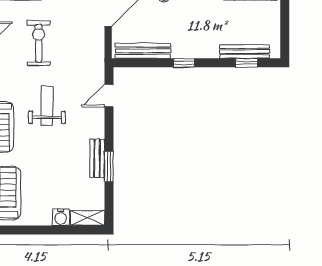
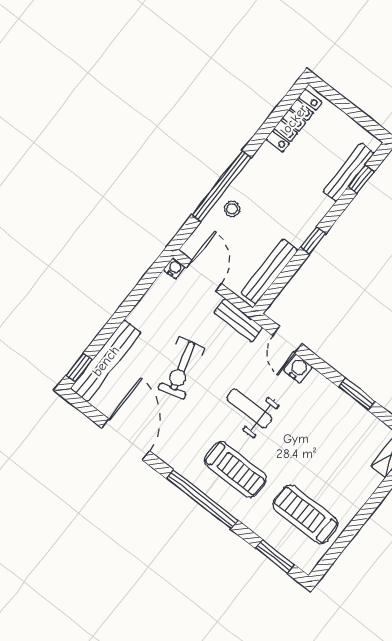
exercise bike: (39, 43) -> (181, 368), turned -106
bench: (97, 158) -> (239, 320), moved
water cooler: (61, 217) -> (298, 369), moved, turned -90

